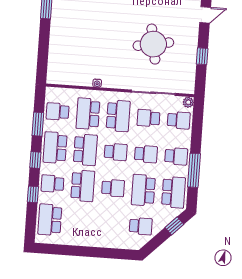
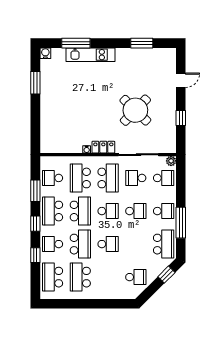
round table: (153, 44) -> (135, 110), turned -36
locker: (116, 82) -> (103, 147), added
school desk: (143, 190) -> (80, 277), moved

